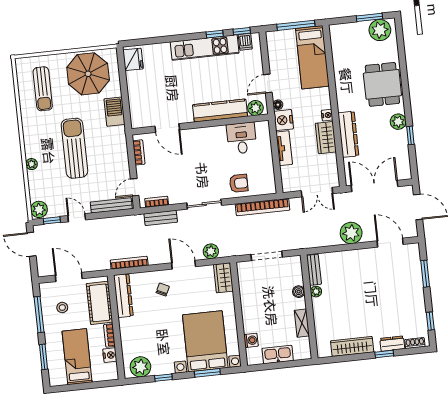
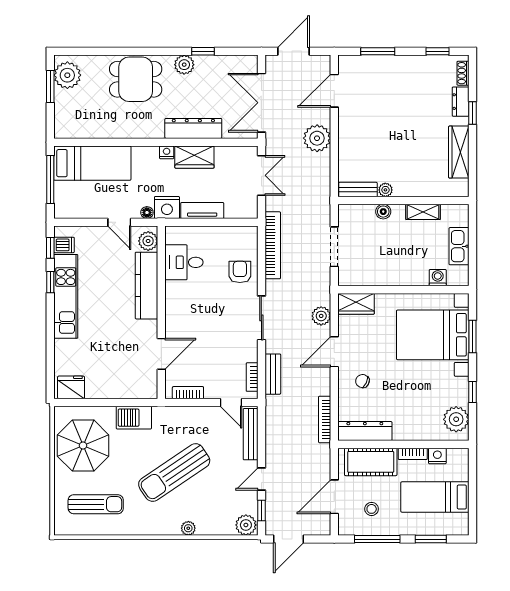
sun lounger: (74, 148) -> (174, 473), turned -34

